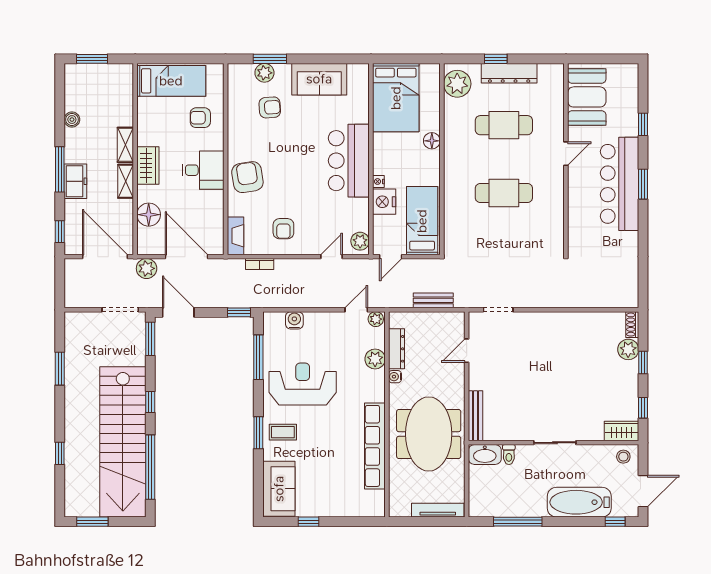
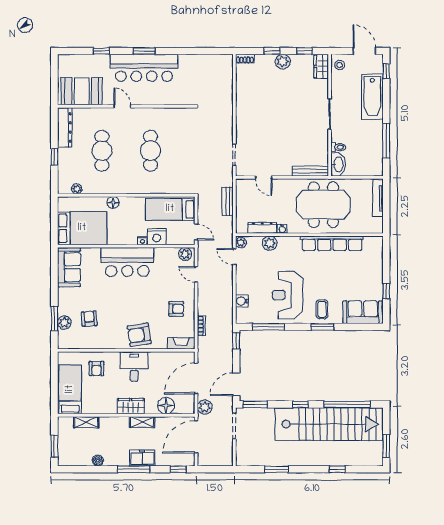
dresser: (509, 73) -> (65, 127), moved
sofa: (319, 79) -> (69, 267), moved
plant: (457, 84) -> (77, 189), width x0.53, depth x0.53
shelving: (125, 145) -> (86, 422), moved
plant: (628, 349) -> (283, 62), moved

